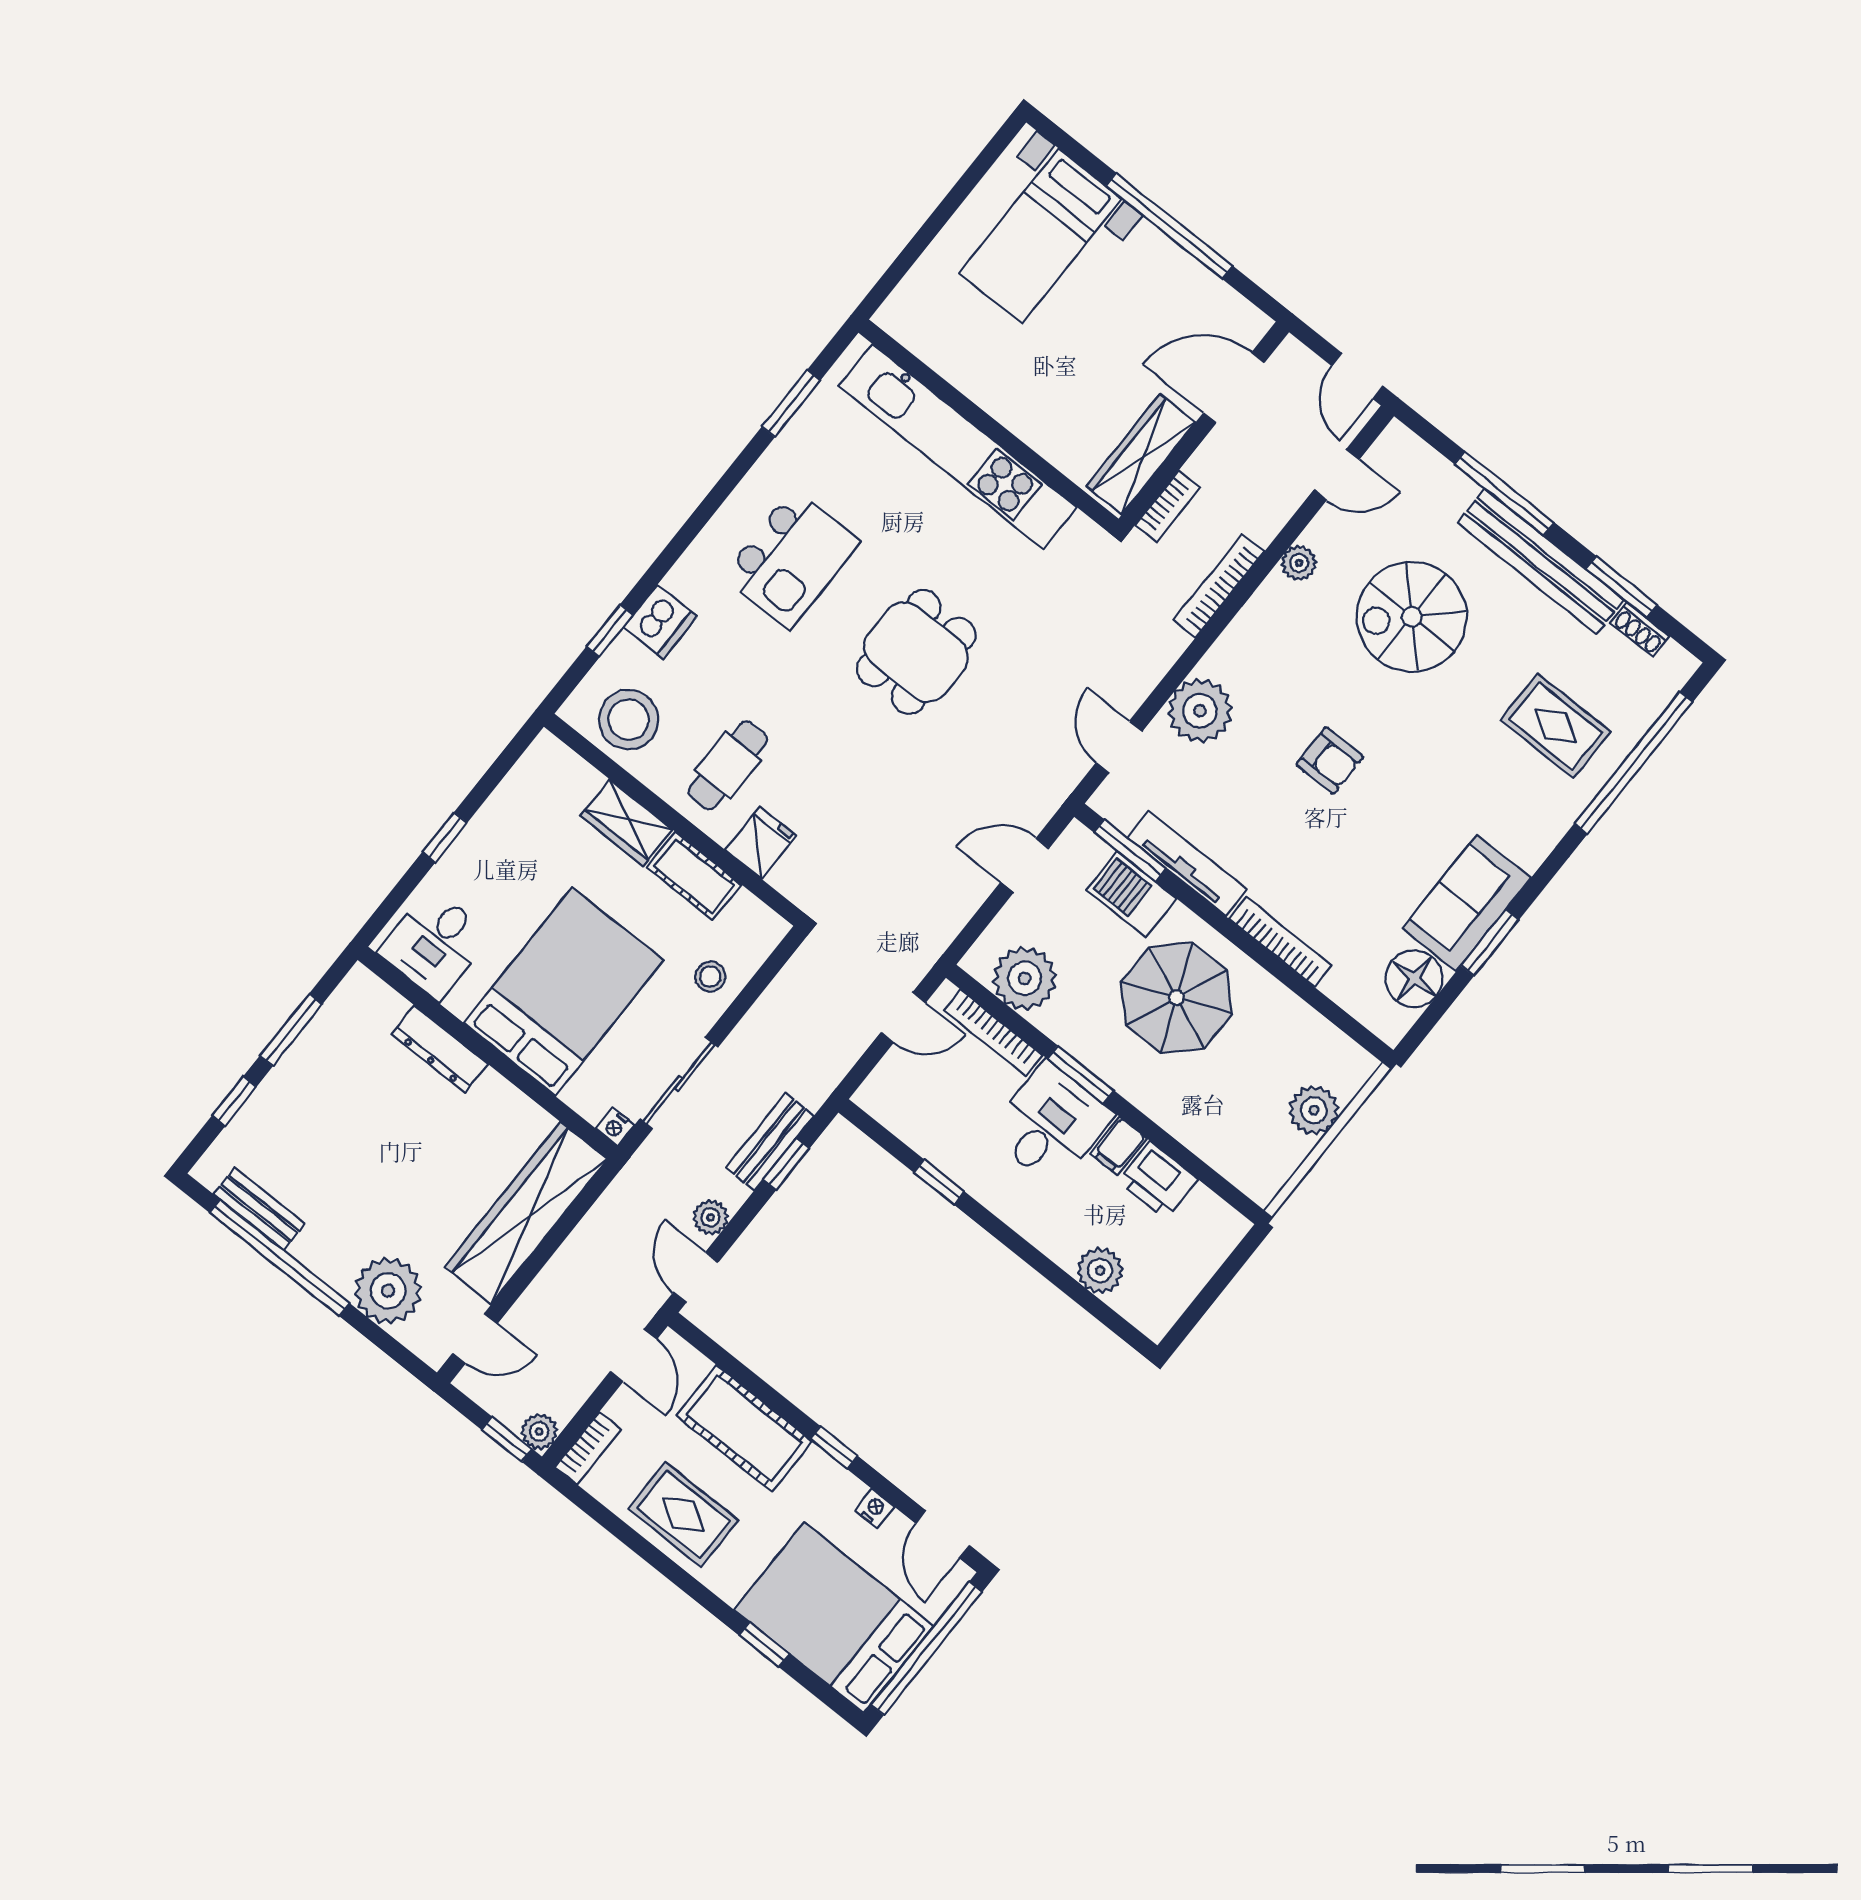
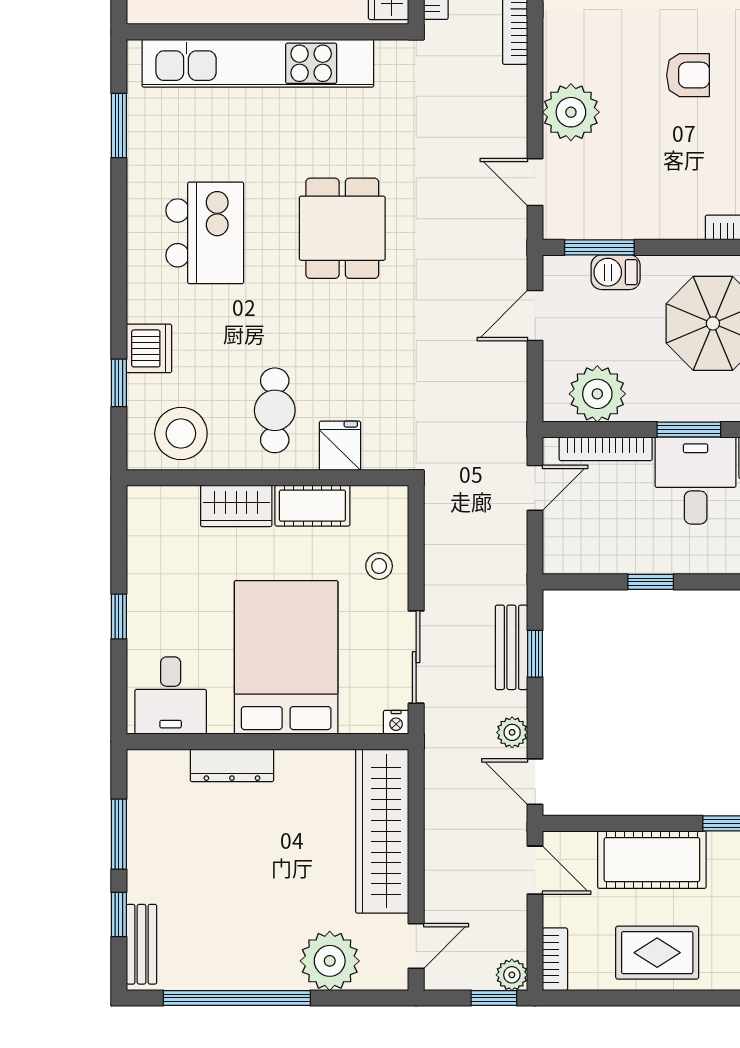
tv unit: (1187, 863) -> (646, 225), removed
barbecue: (1131, 894) -> (616, 272), width x0.73, depth x0.79
bench: (259, 1209) -> (142, 944), moved, turned 90

